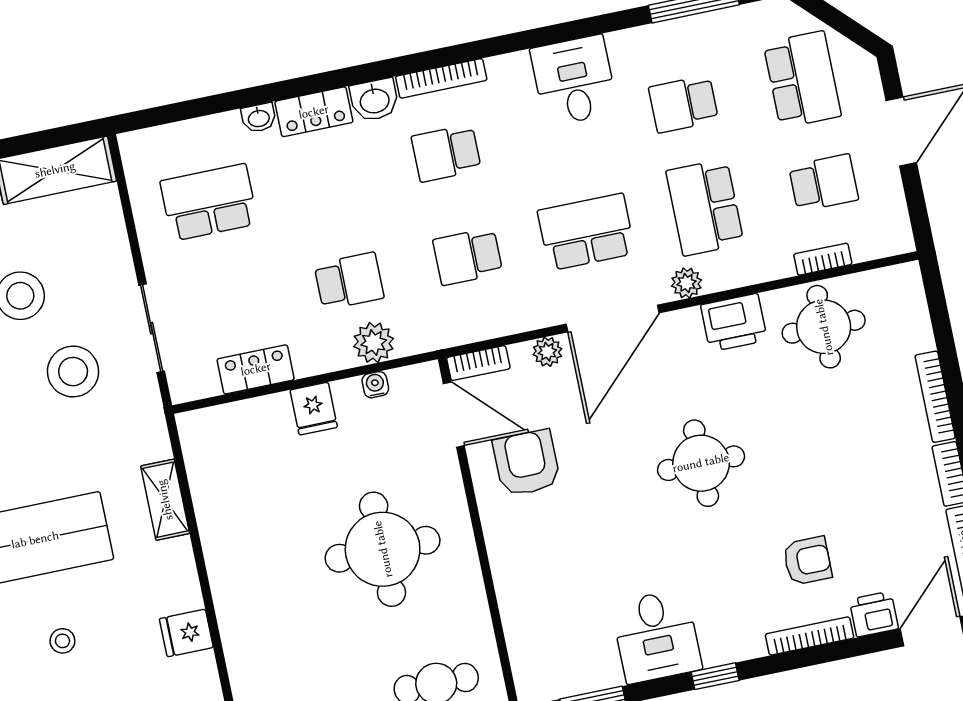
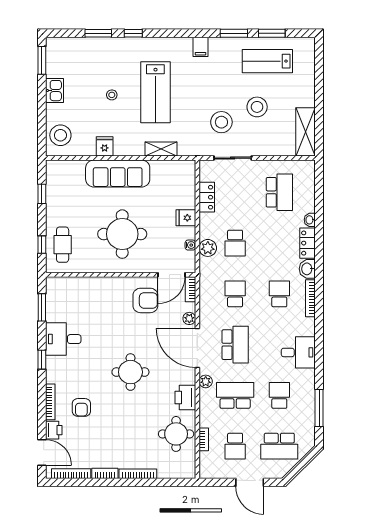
sofa: (243, 589) -> (118, 174), added

